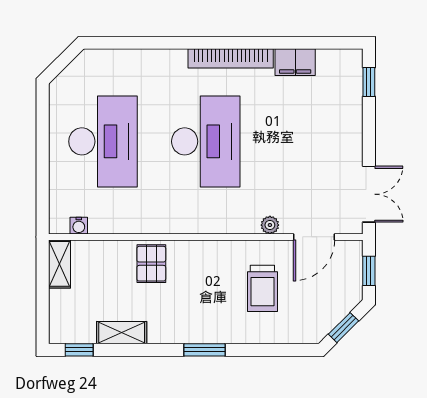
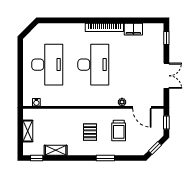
double door: (369, 194) -> (166, 76), moved
door: (314, 237) -> (142, 107), hinge flipped
shelving: (60, 264) -> (28, 131), moved
pallet: (151, 264) -> (90, 132), moved
window: (204, 350) -> (105, 158), moved

